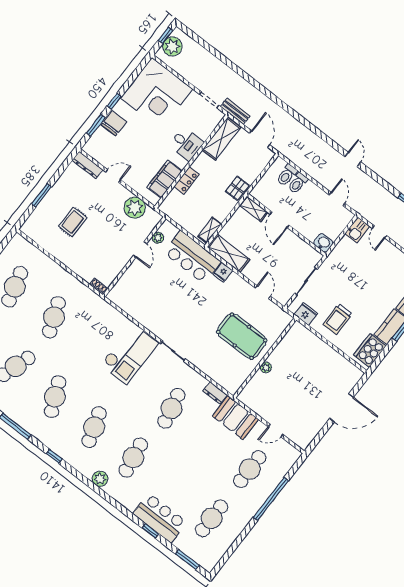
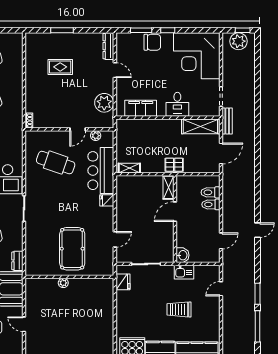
locker: (187, 180) -> (152, 125), removed
kitchen sink: (357, 230) -> (184, 272), moved
shelving: (229, 253) -> (123, 194), removed
cafe table: (154, 292) -> (56, 163), added
trolley: (338, 319) -> (179, 309), moved

